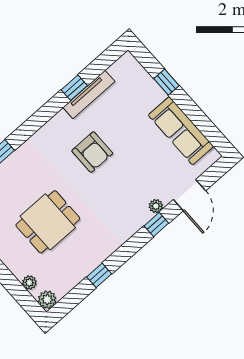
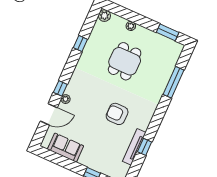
sofa: (181, 131) -> (66, 148), width x0.73
door: (189, 195) -> (49, 114), swing flipped
plant: (29, 283) -> (131, 26), moved

